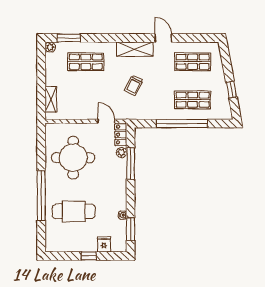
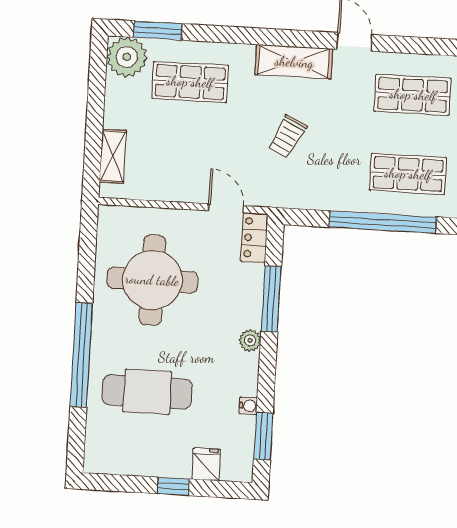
plant: (50, 47) -> (127, 57), width x1.88, depth x1.88
plant: (122, 153) -> (250, 340), moved

